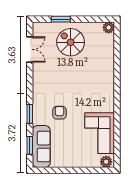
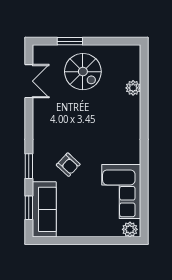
plant: (109, 27) -> (133, 88), moved
spiral stairs: (71, 42) -> (83, 72), turned 180
armchair: (59, 113) -> (68, 165), turned 133

